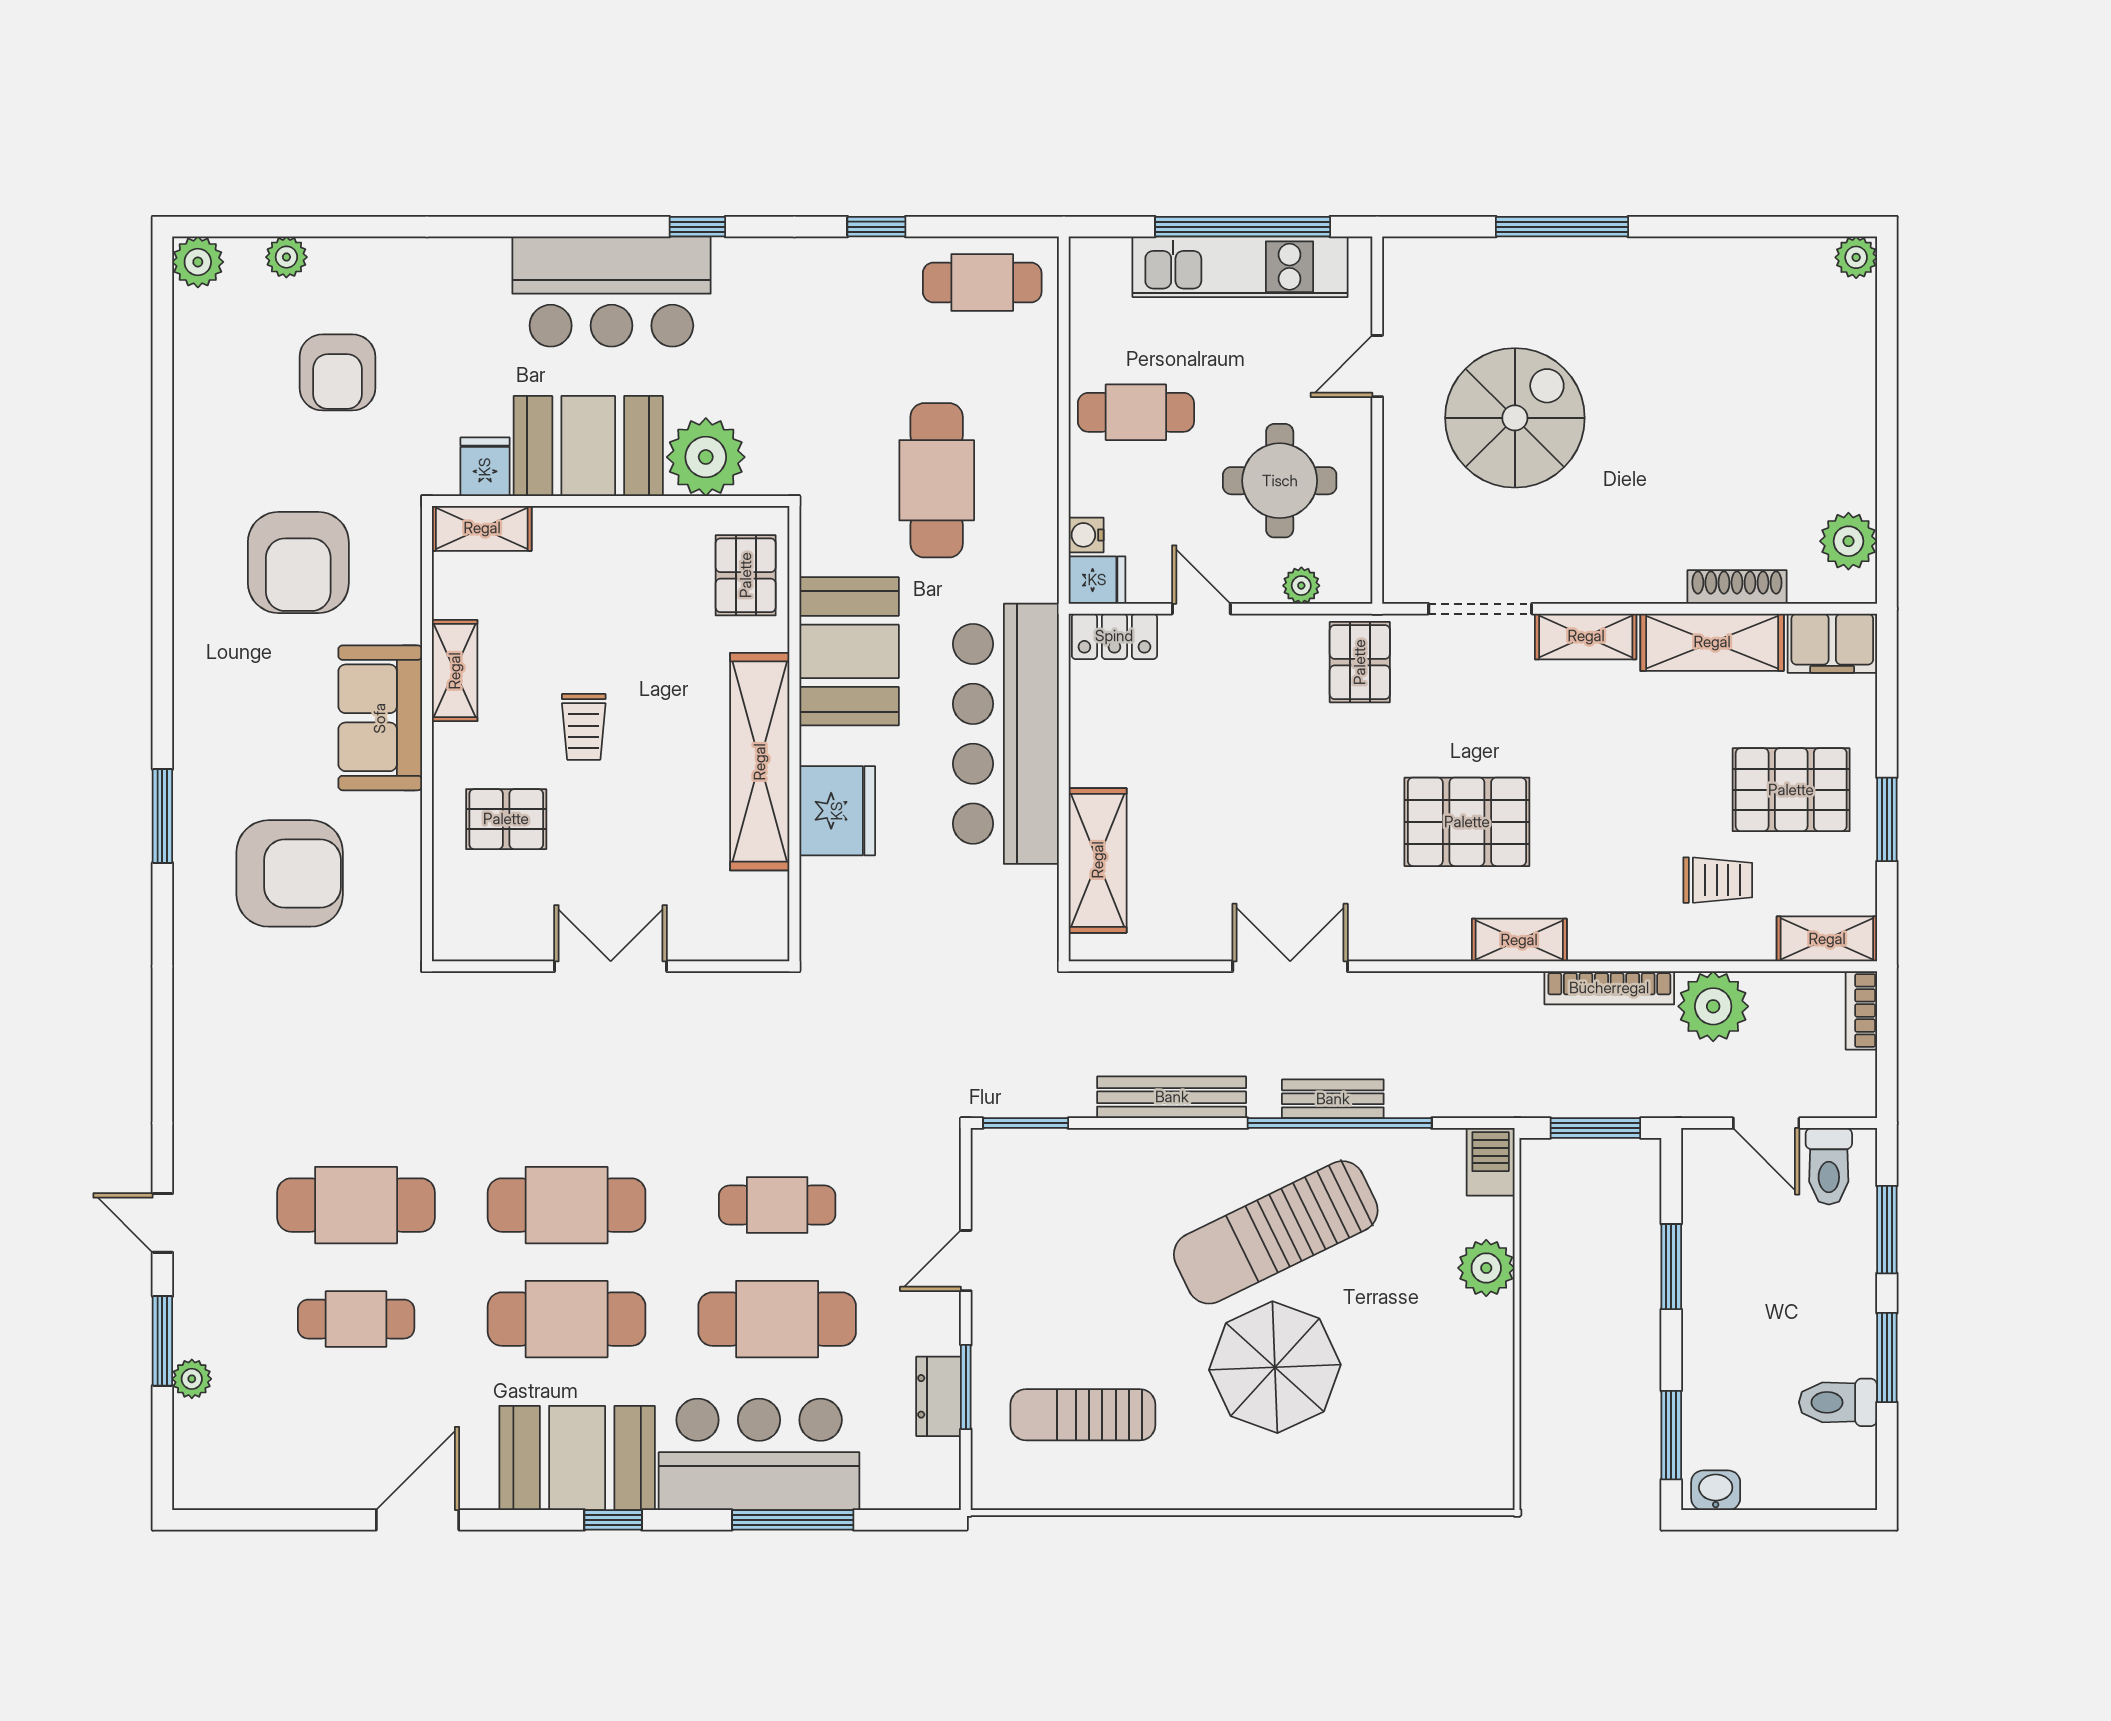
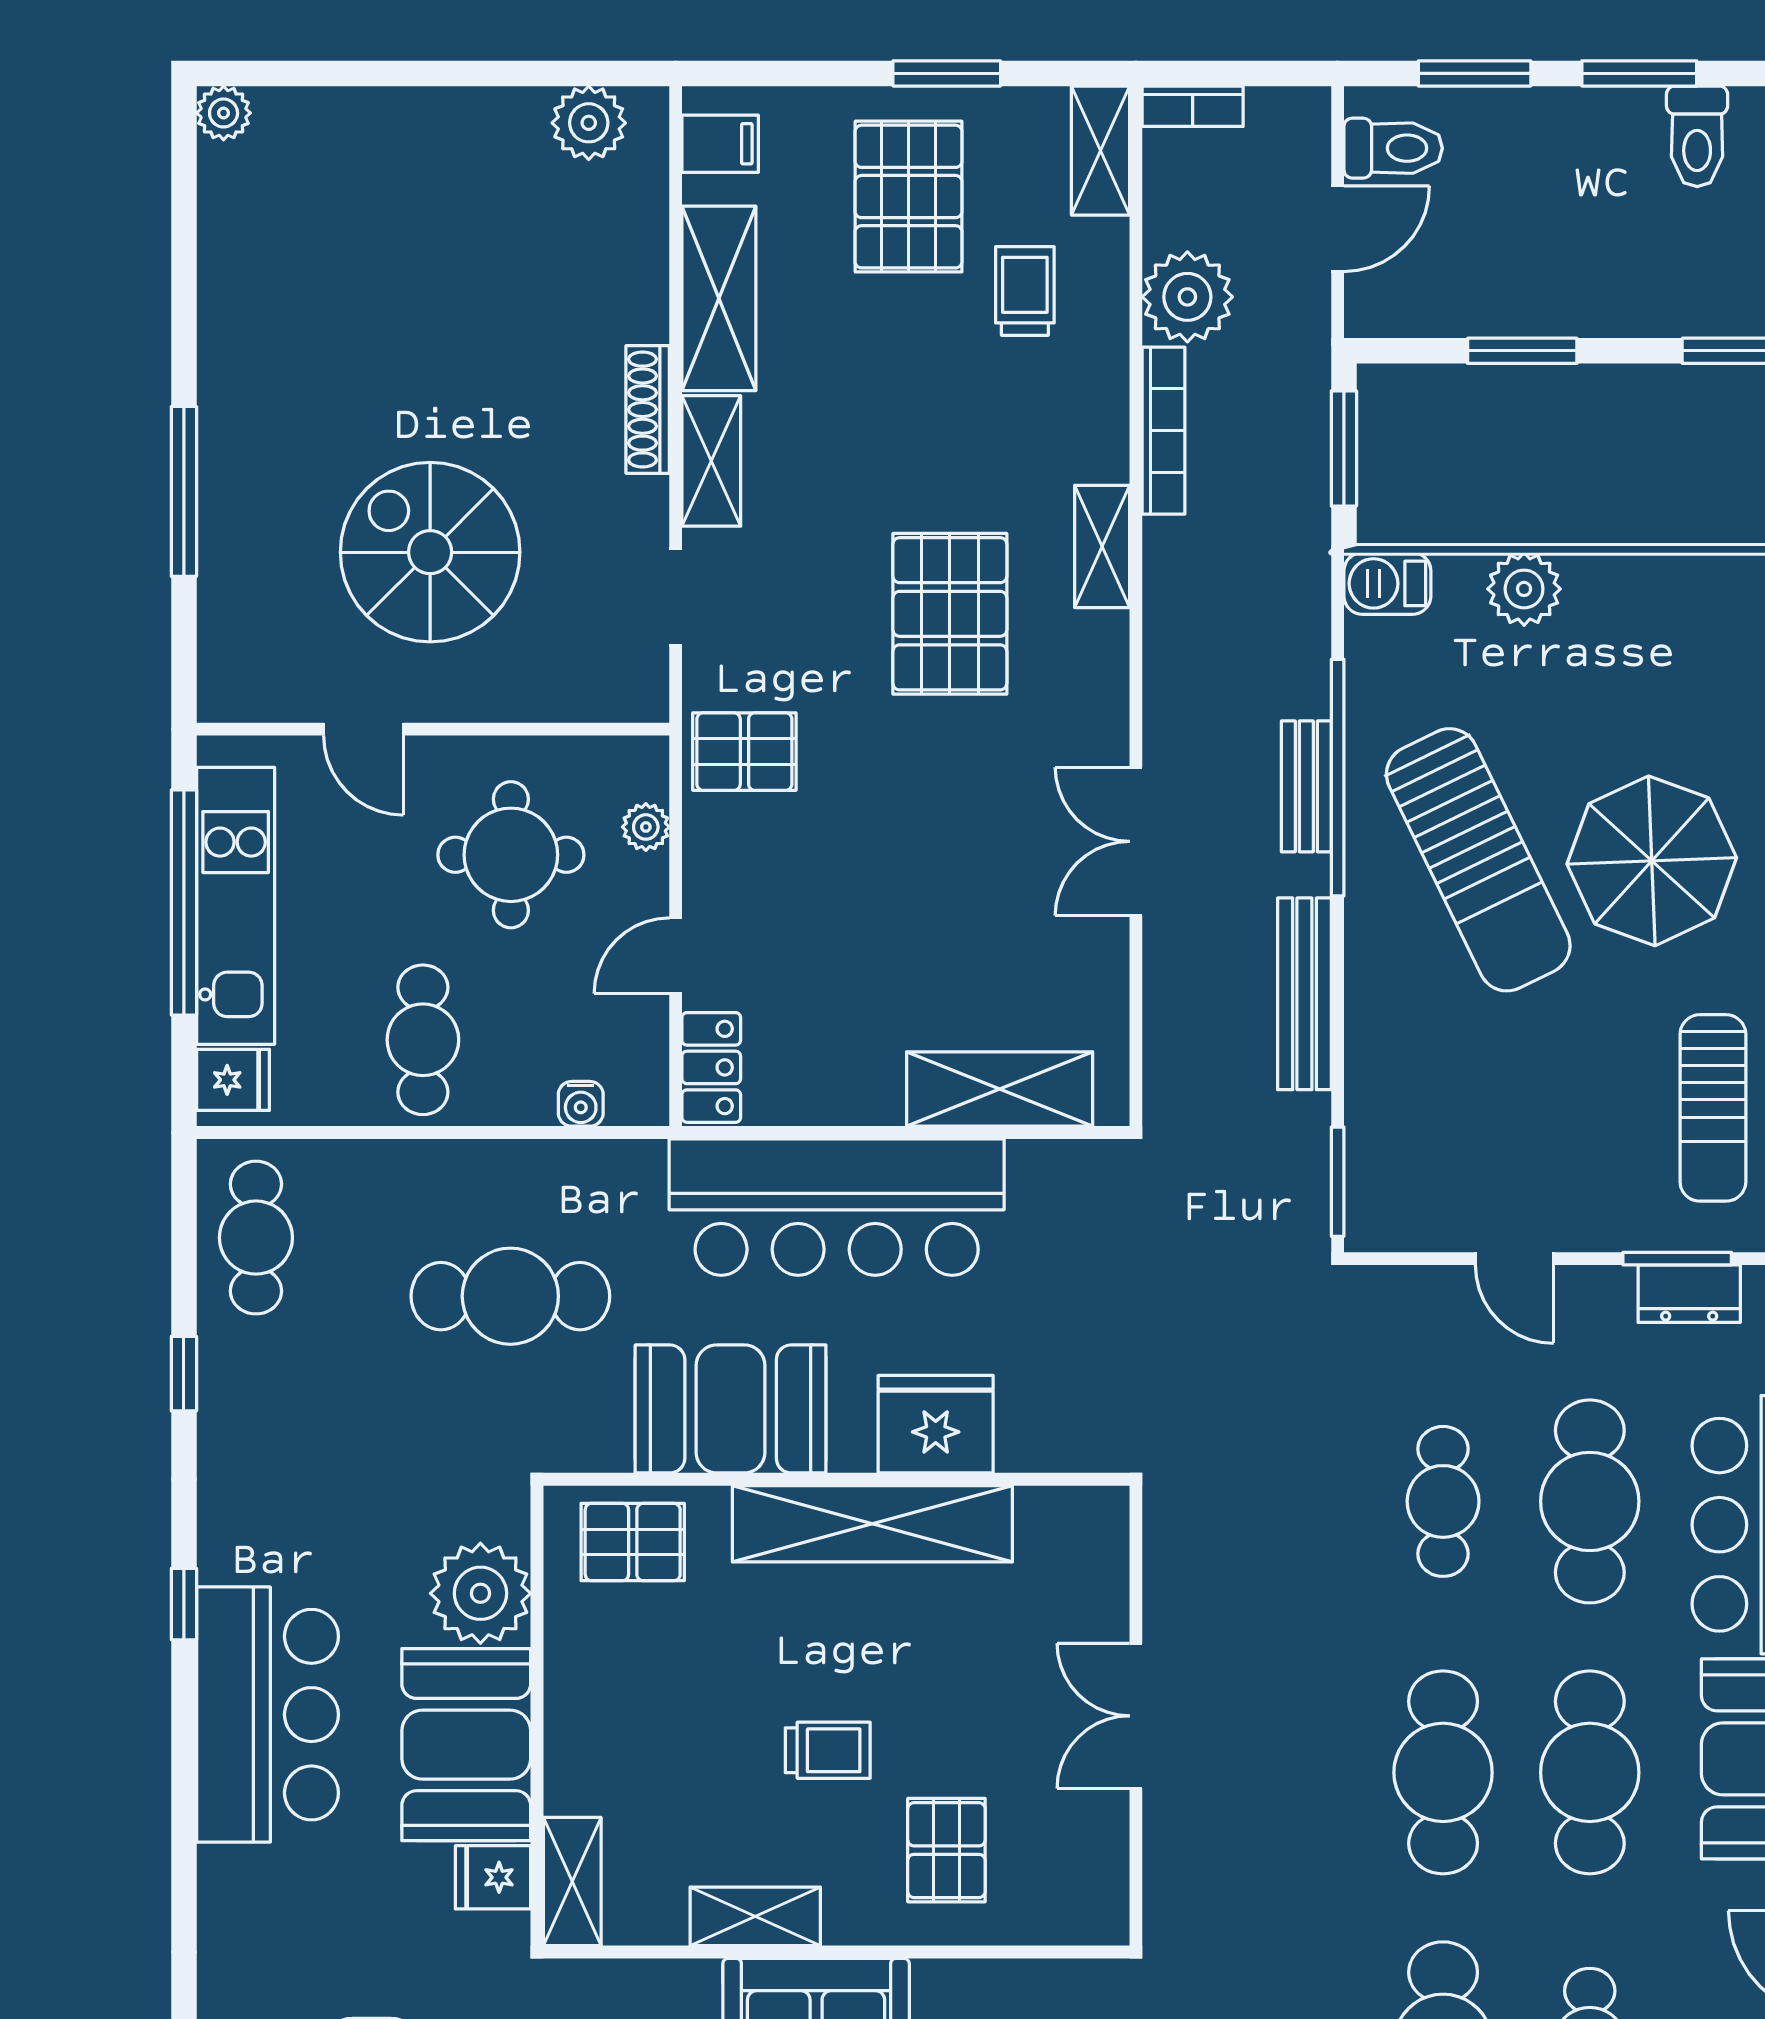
fridge: (1097, 580) -> (233, 1080), moved, turned 90
shoe rack: (1737, 587) -> (648, 410), moved
doorway: (1480, 609) -> (676, 597), width x0.73
filing cabinet: (1832, 643) -> (720, 144), width x0.50

